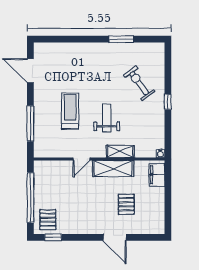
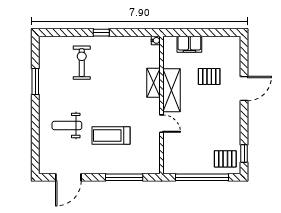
exercise bike: (139, 83) -> (82, 63), turned 126
weight bench: (107, 118) -> (67, 125), moved
filing cabinet: (157, 175) -> (189, 44), moved

